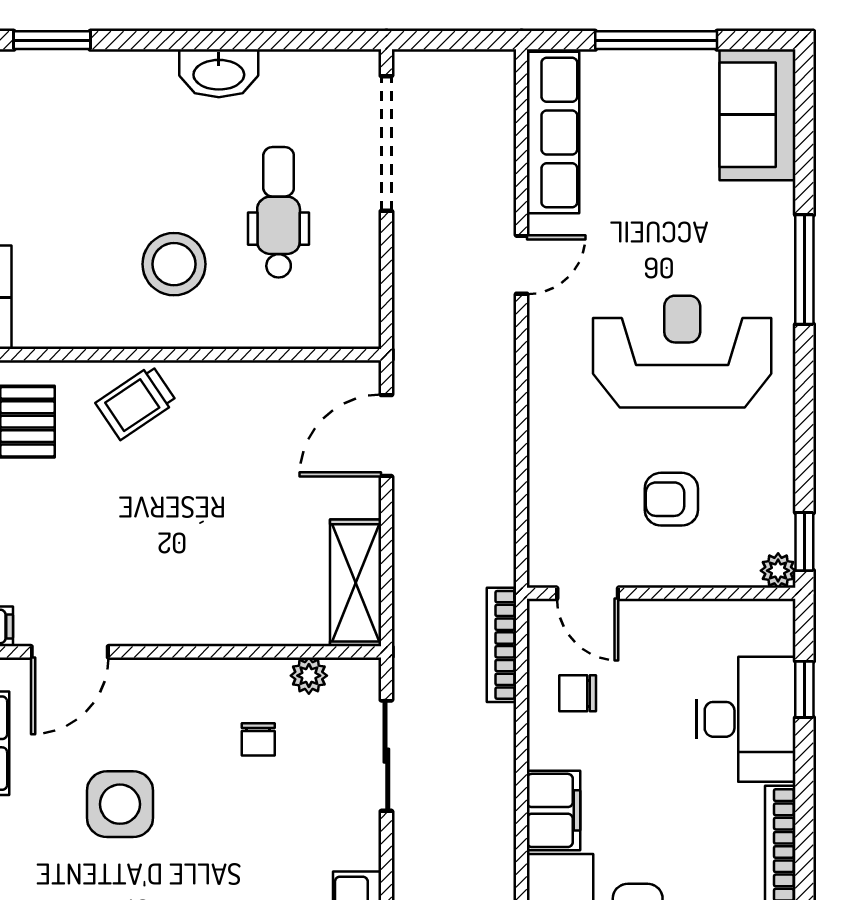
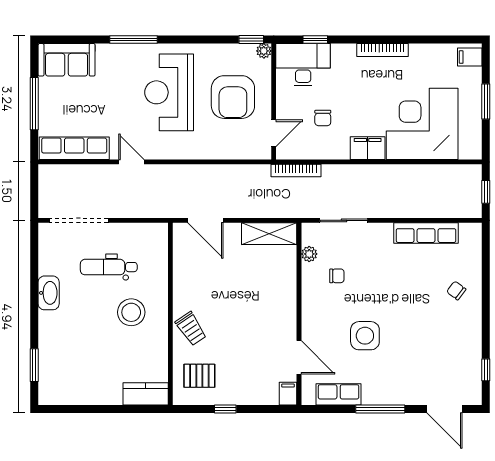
armchair: (671, 499) -> (233, 97), width x1.88, depth x1.88
chair: (578, 693) -> (323, 118), moved
desk: (746, 719) -> (303, 65), moved

